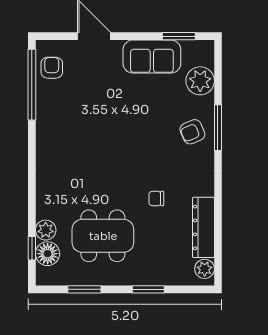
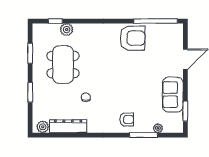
armchair: (52, 68) -> (132, 38), moved, width x1.88, depth x1.88
plant: (200, 81) -> (158, 128), width x0.53, depth x0.53
window: (218, 128) -> (143, 135), moved
armchair: (192, 132) -> (127, 119), turned 113
floor lamp: (48, 254) -> (52, 31), removed

